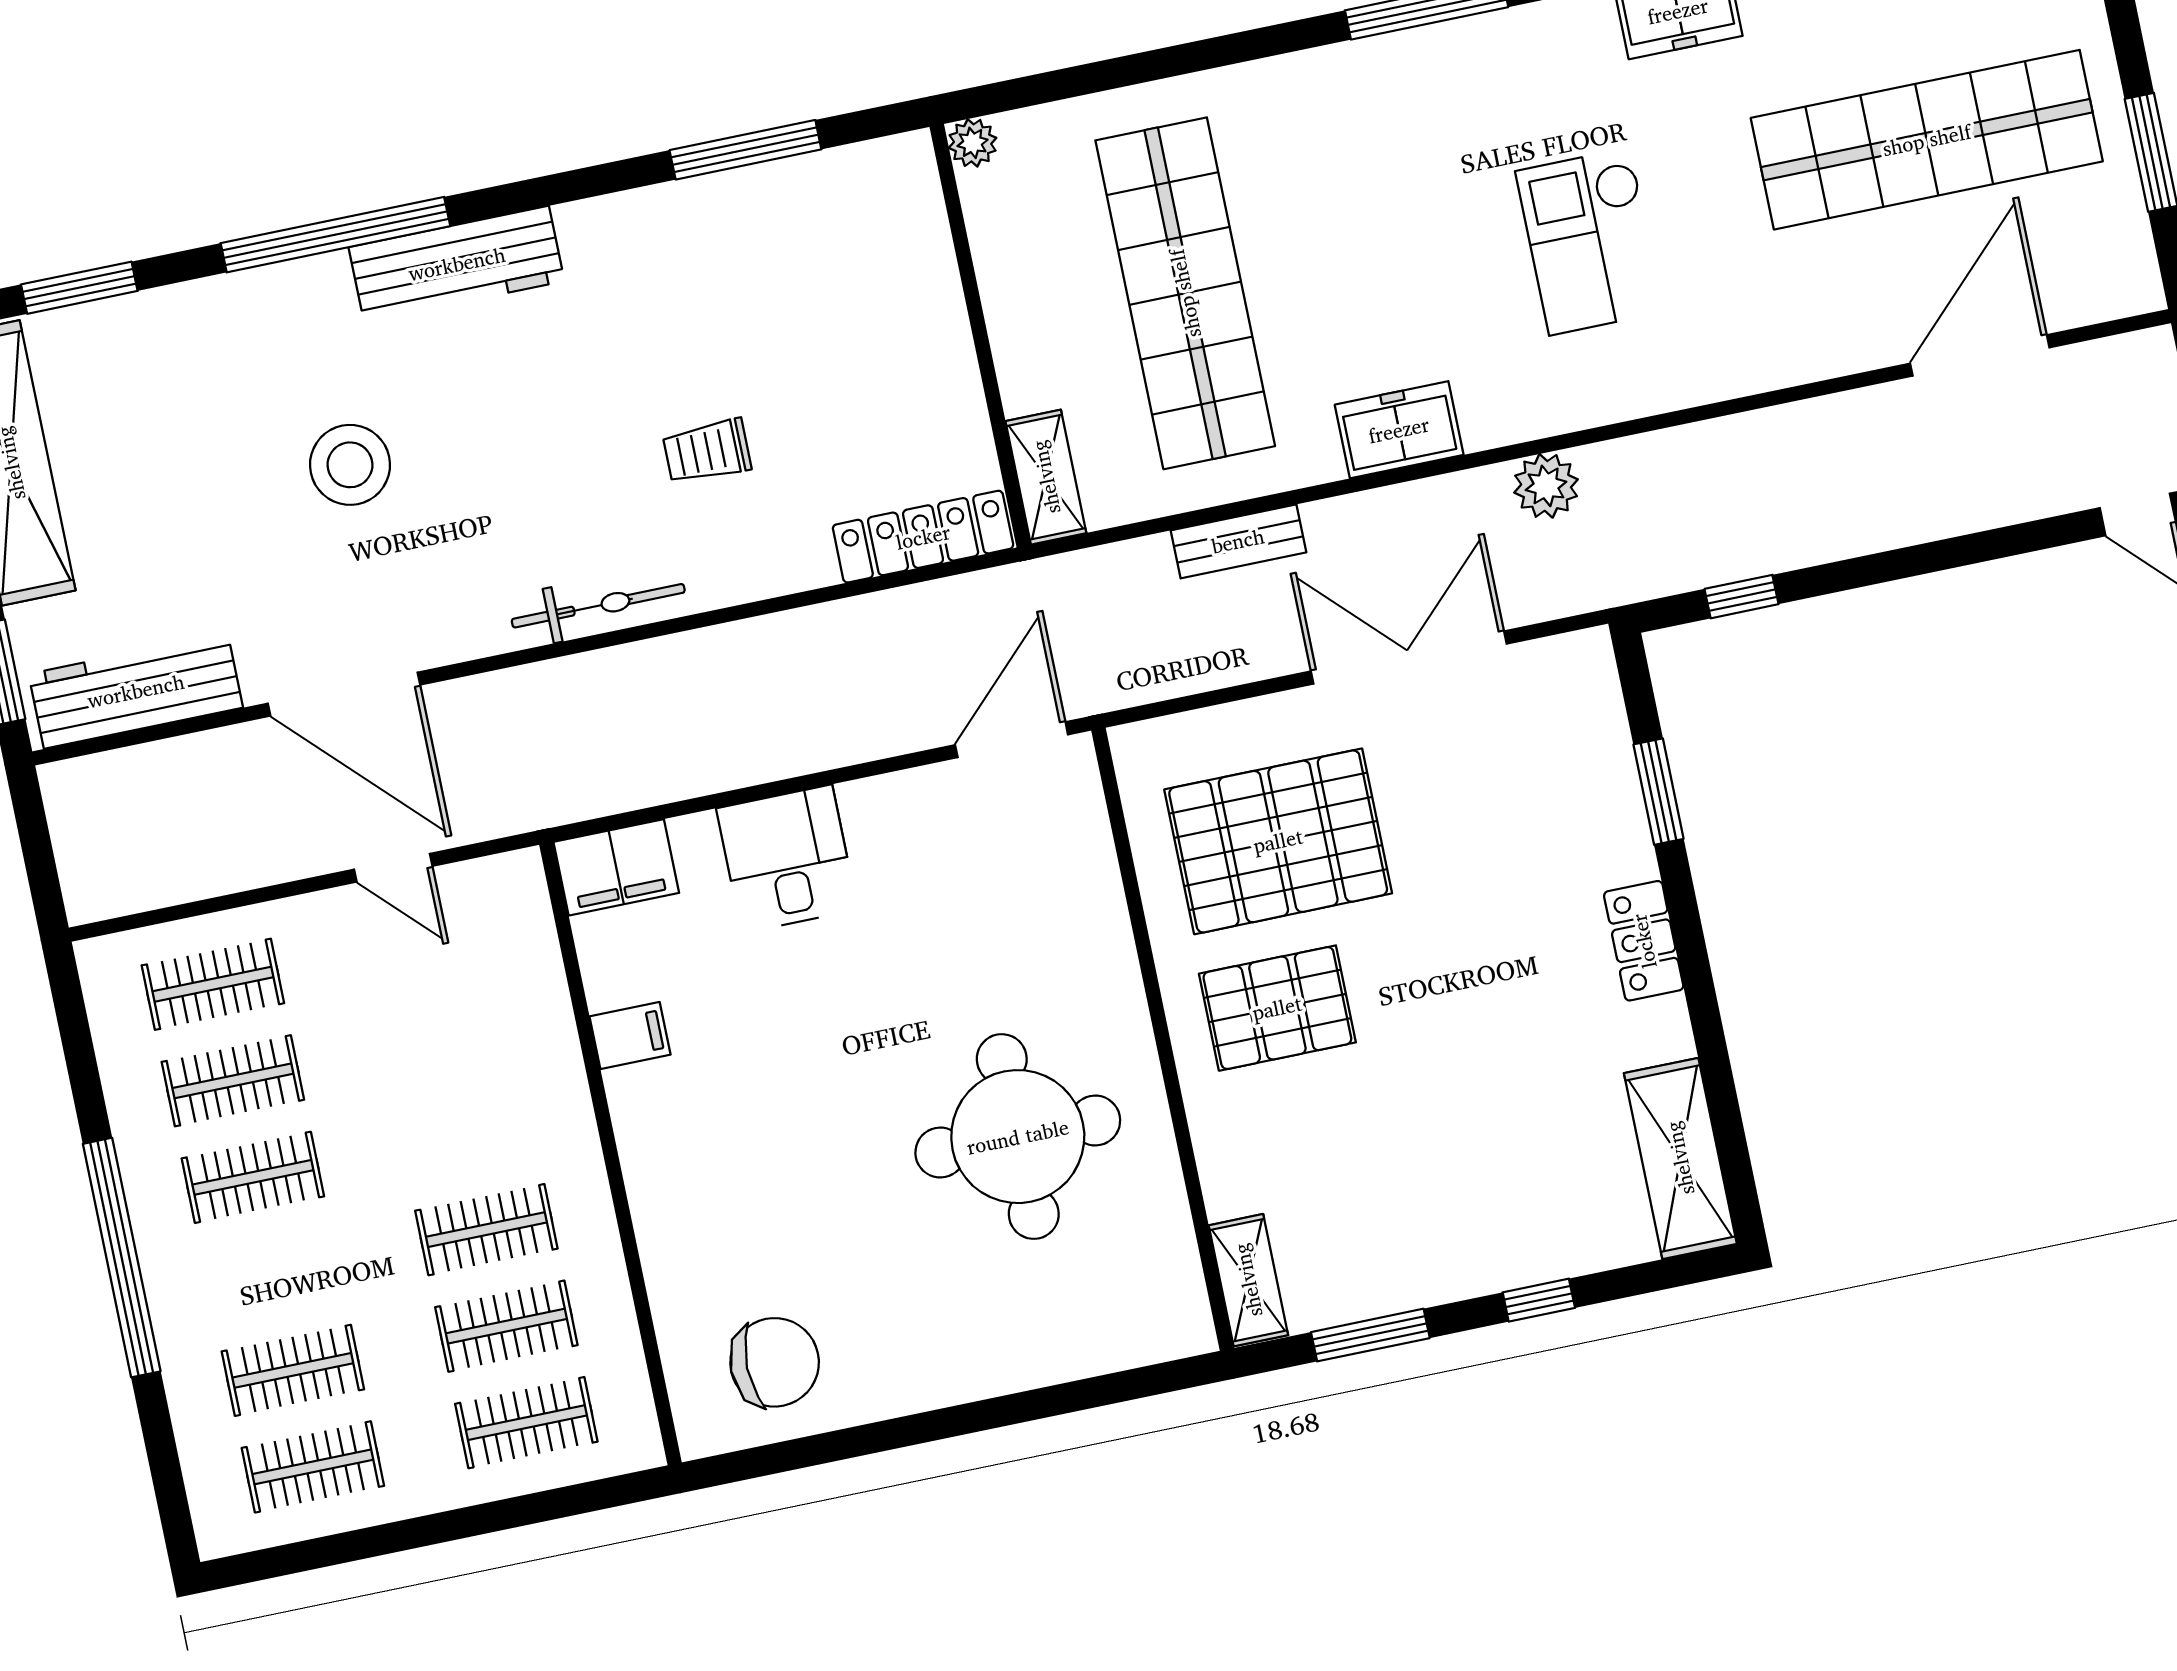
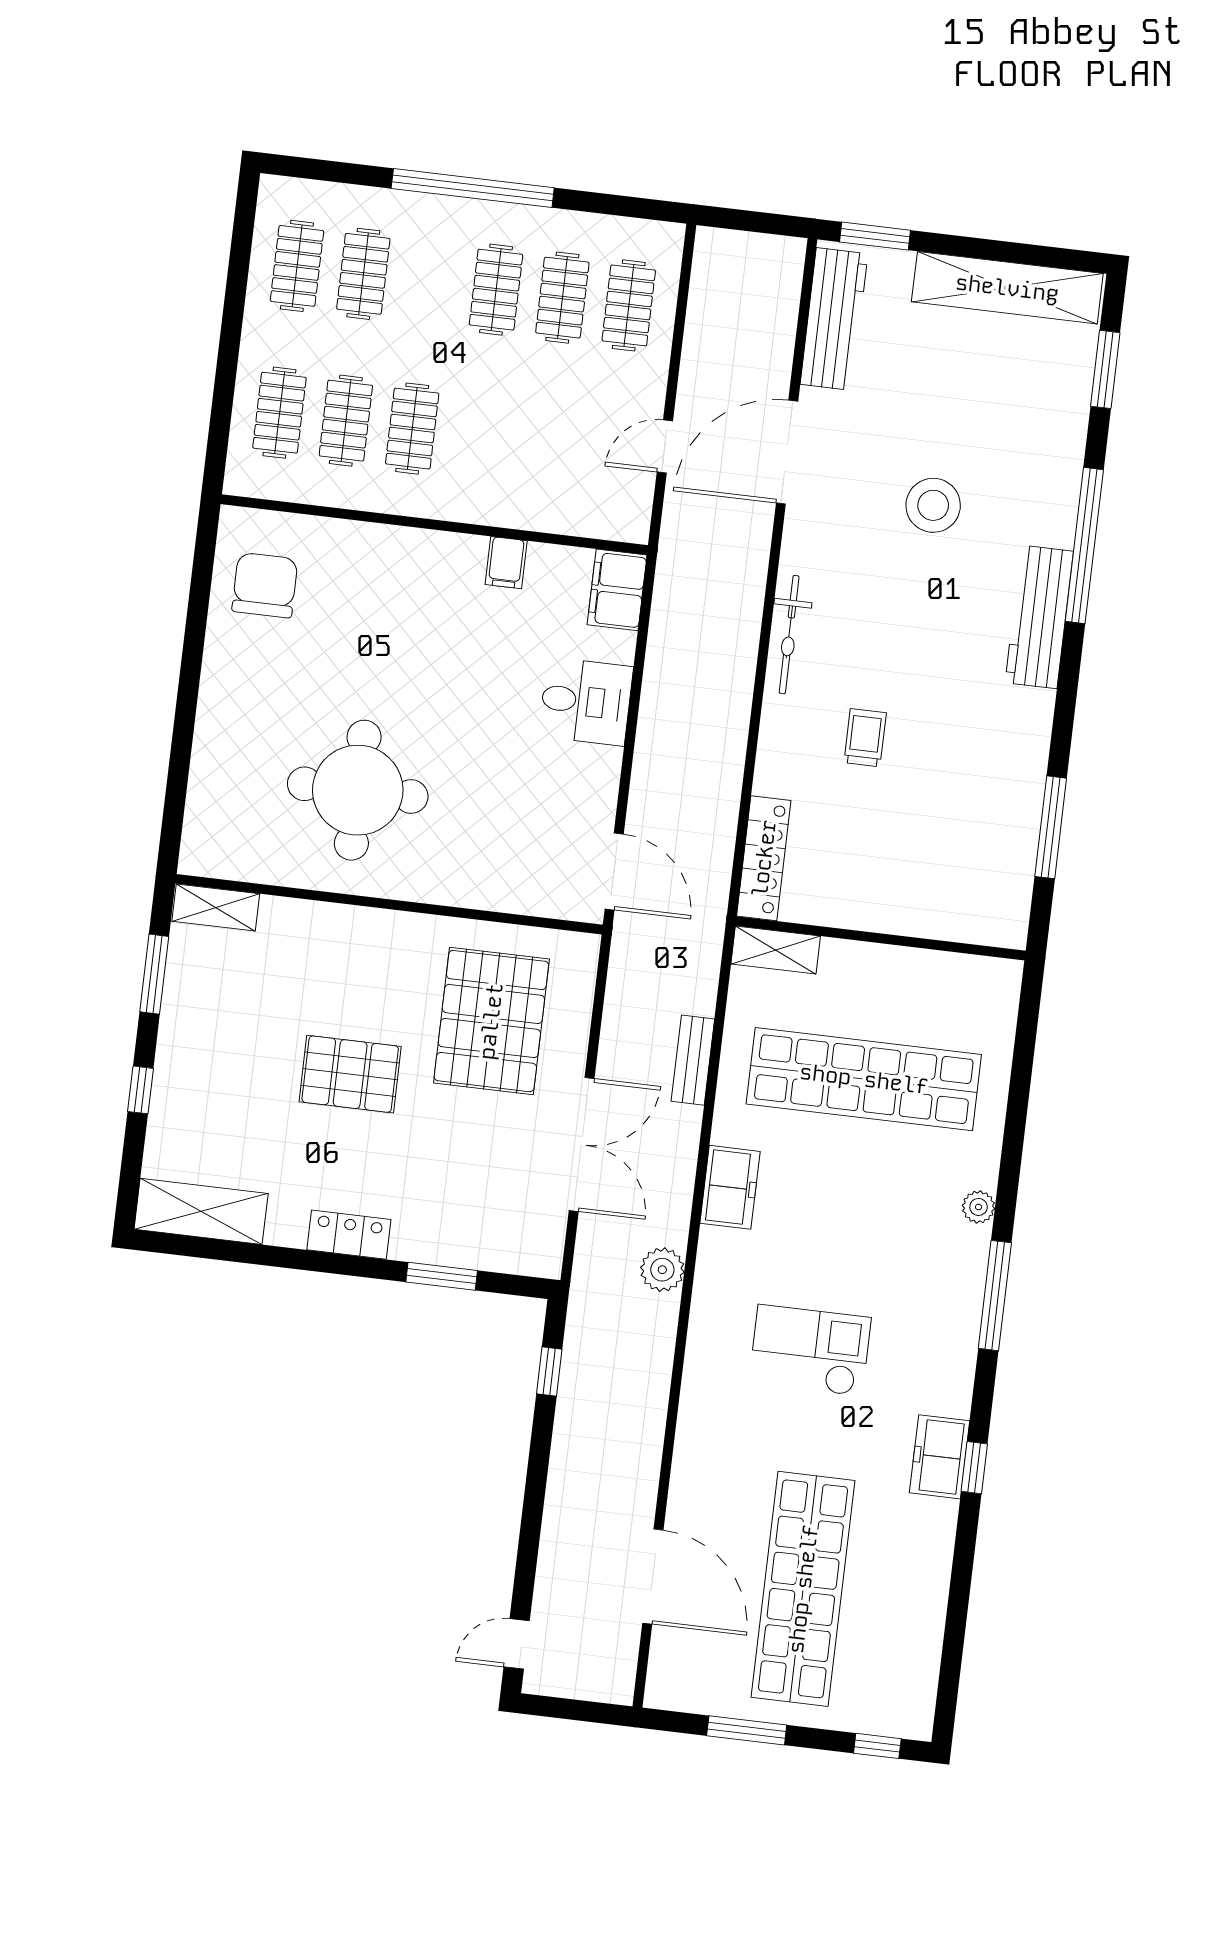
plant: (973, 143) -> (979, 1207), moved
pallet: (1277, 1008) -> (350, 1074), moved, turned 90
chair: (775, 1362) -> (265, 585), turned 180

